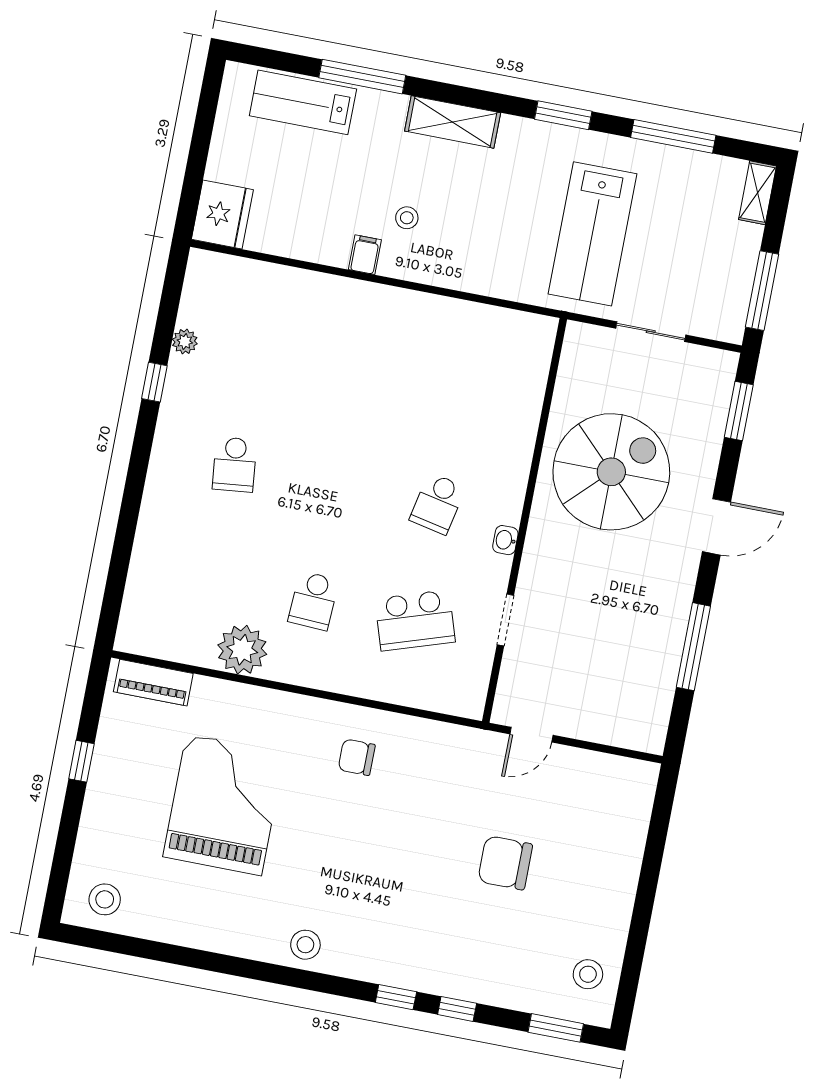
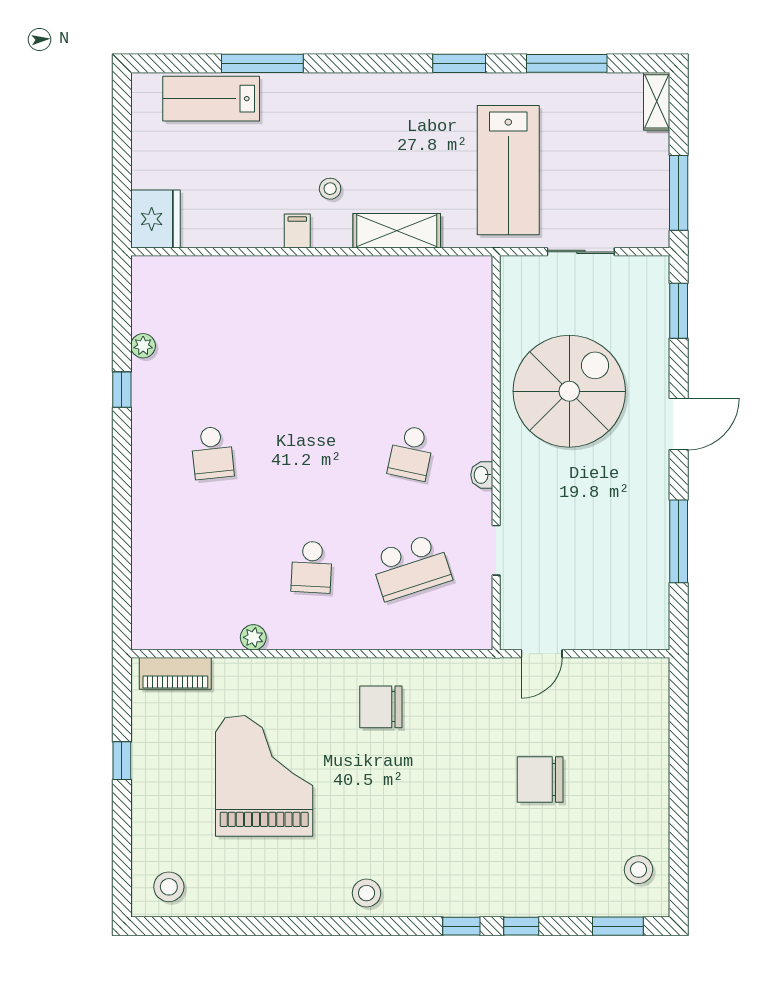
shelving: (453, 122) -> (397, 231), moved
plant: (242, 650) -> (253, 637), width x0.53, depth x0.53
chair: (357, 757) -> (381, 707), width x1.37, depth x1.37

